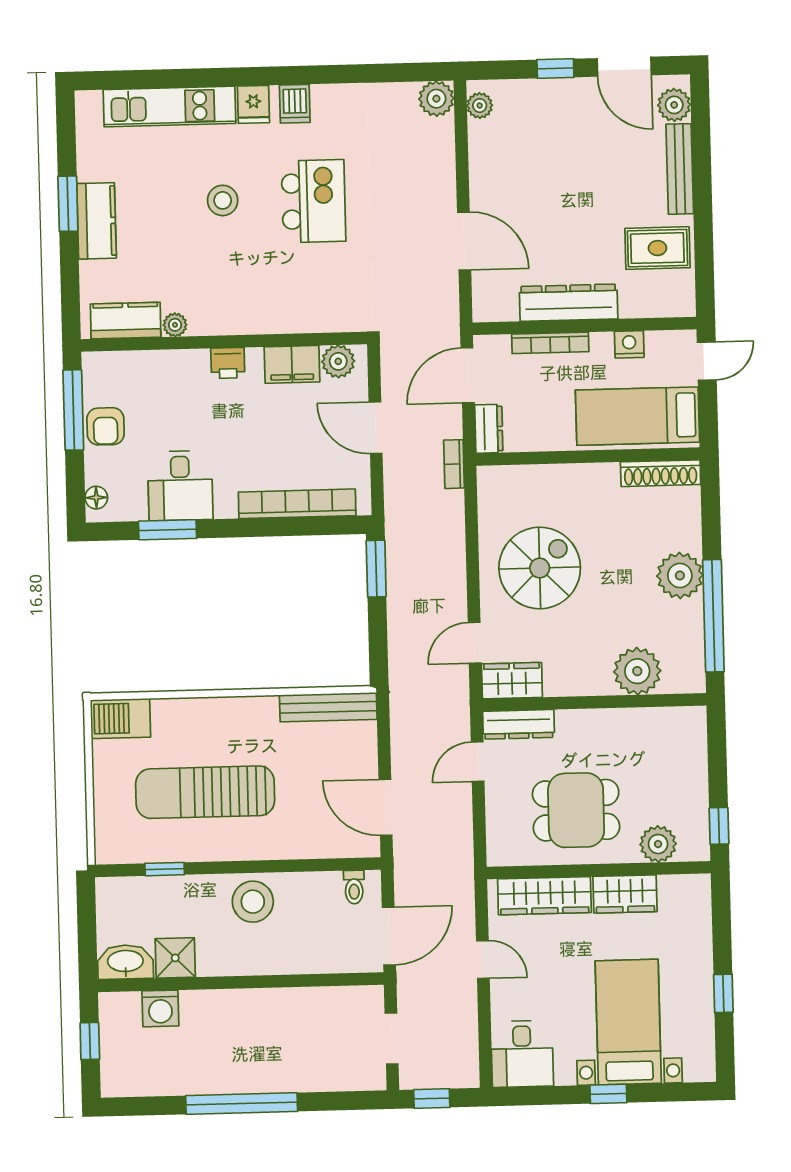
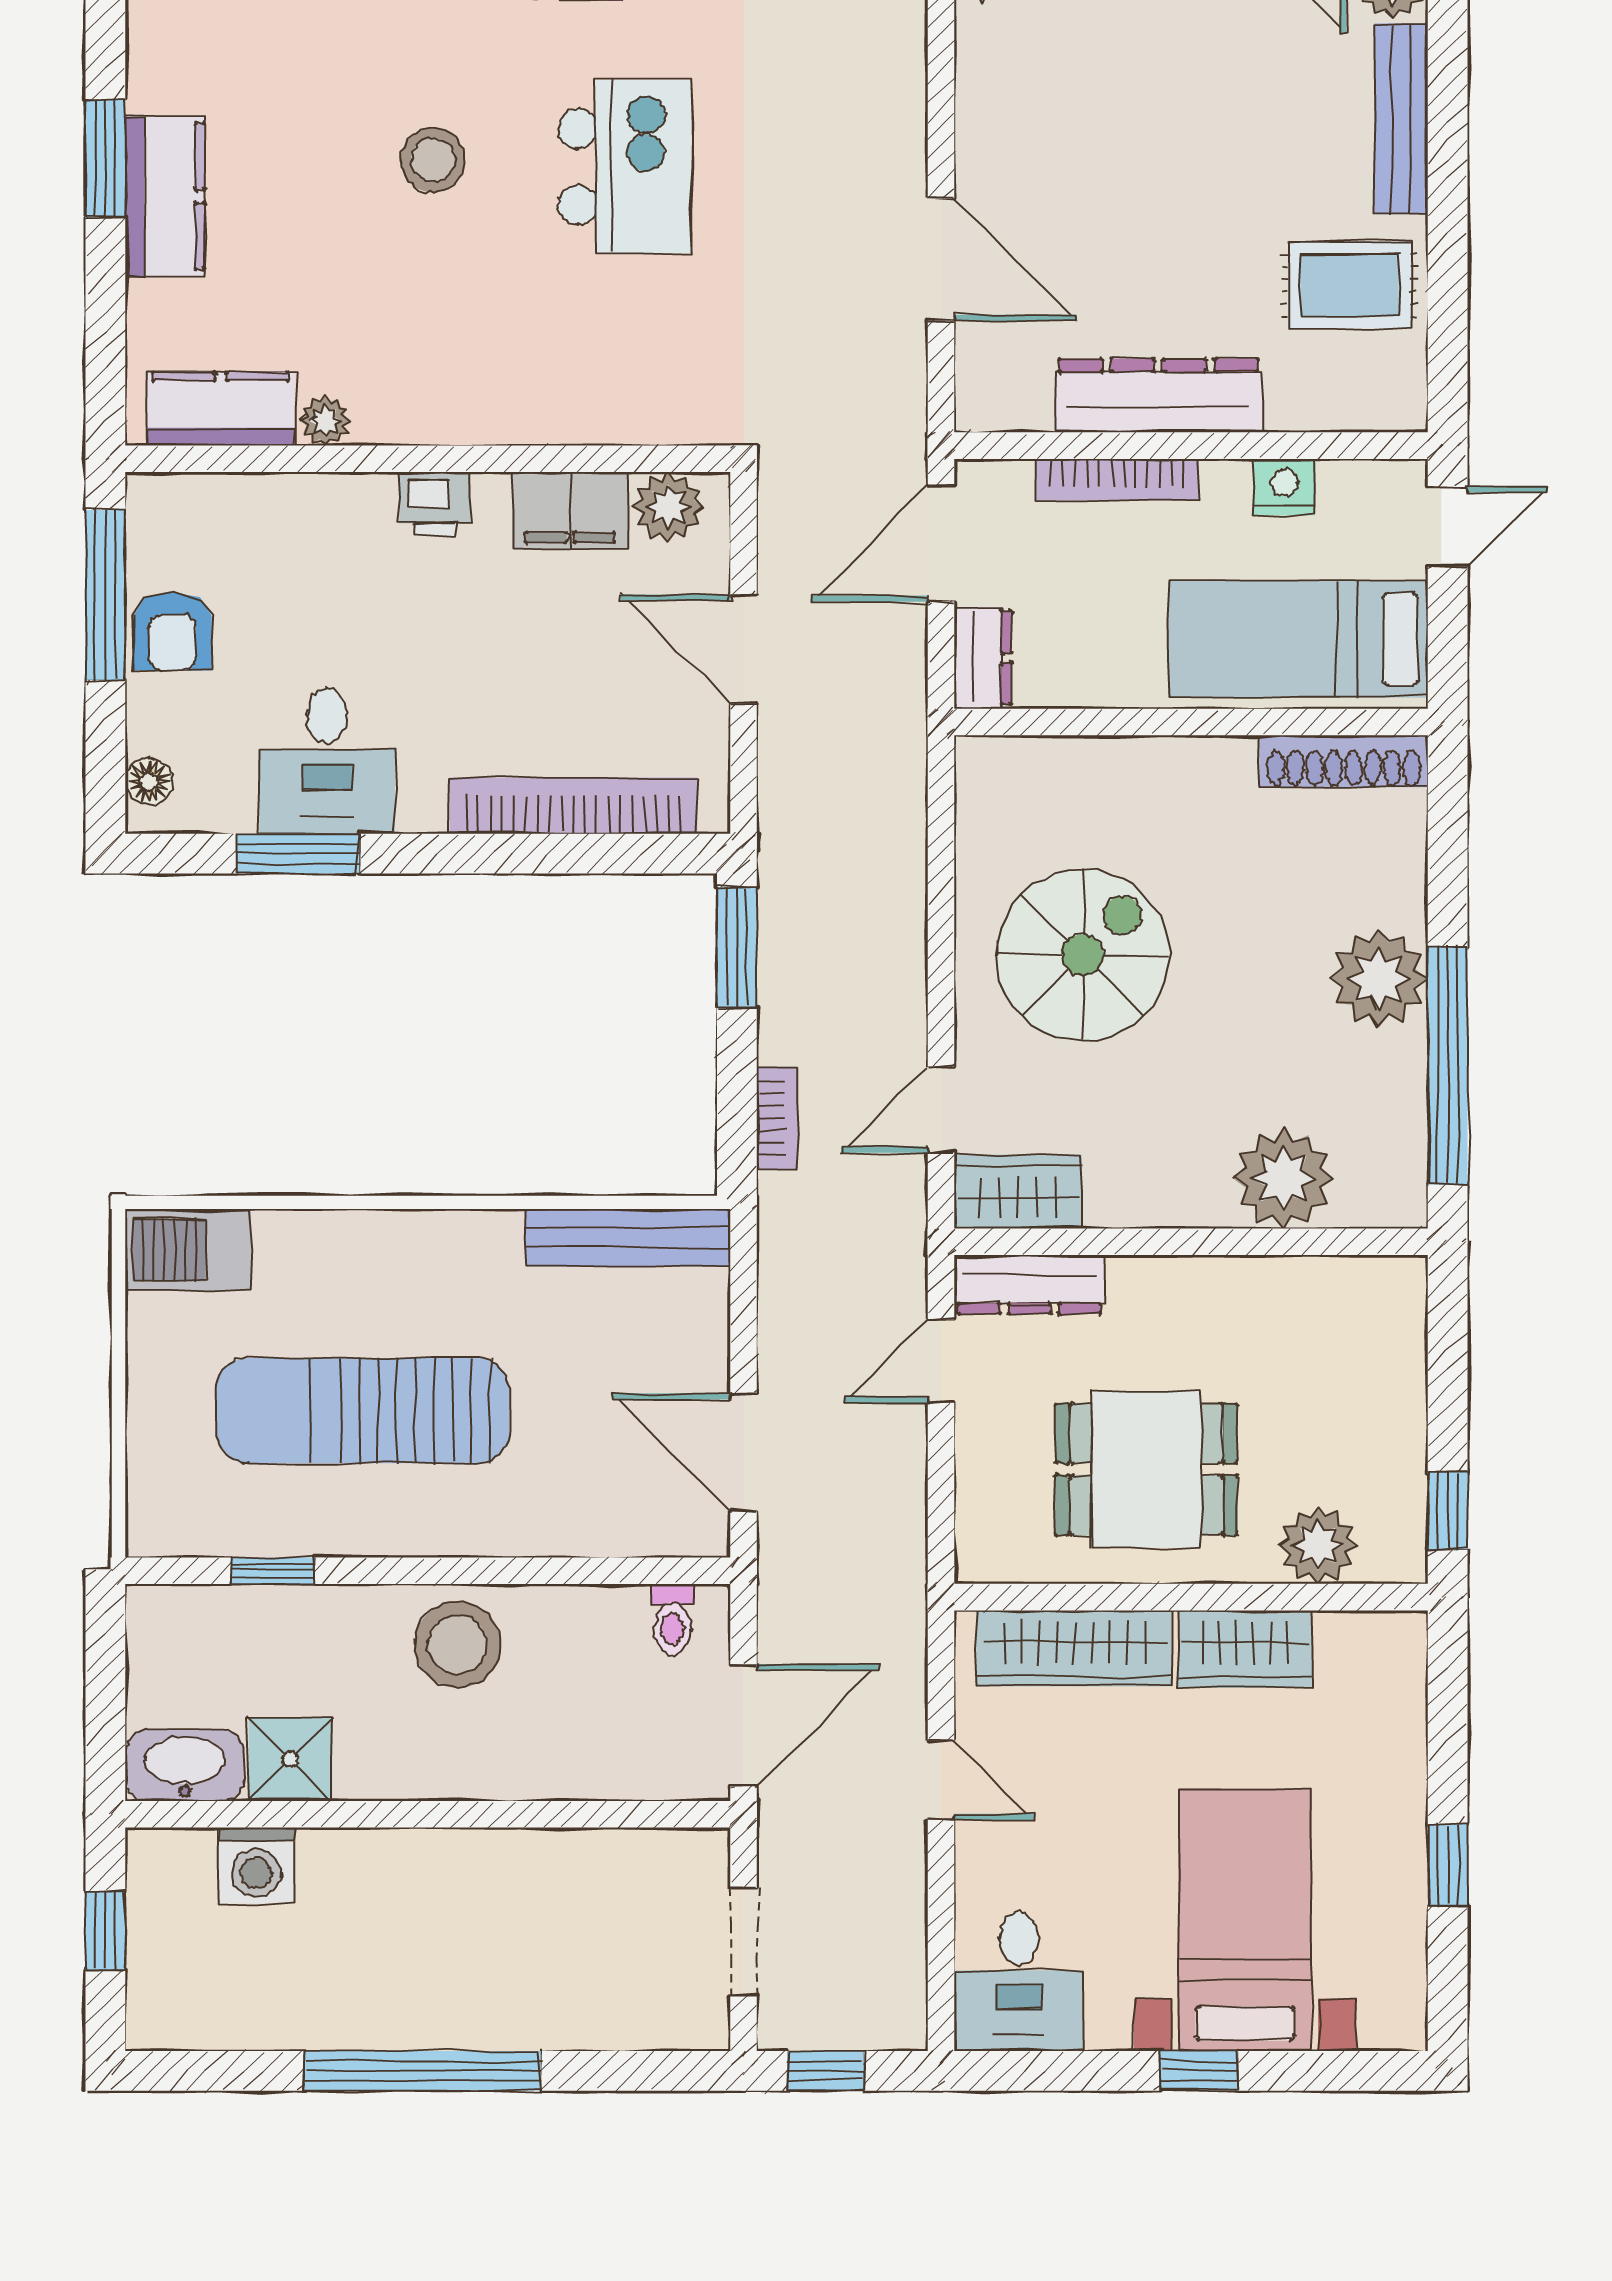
bookcase: (454, 464) -> (777, 1118), moved, turned 180

